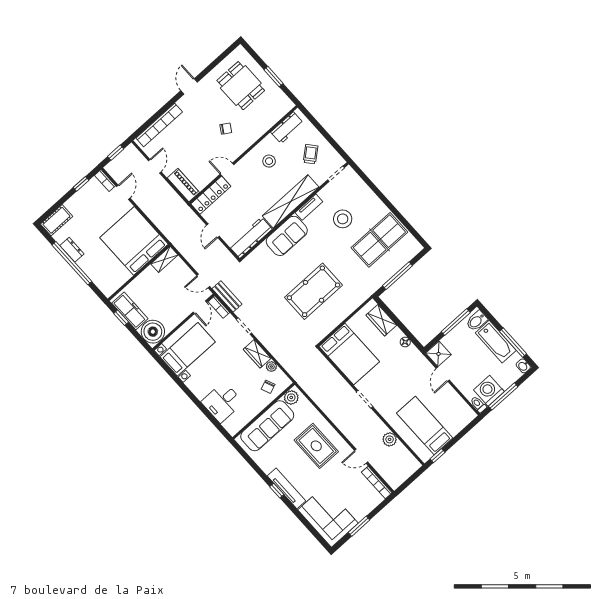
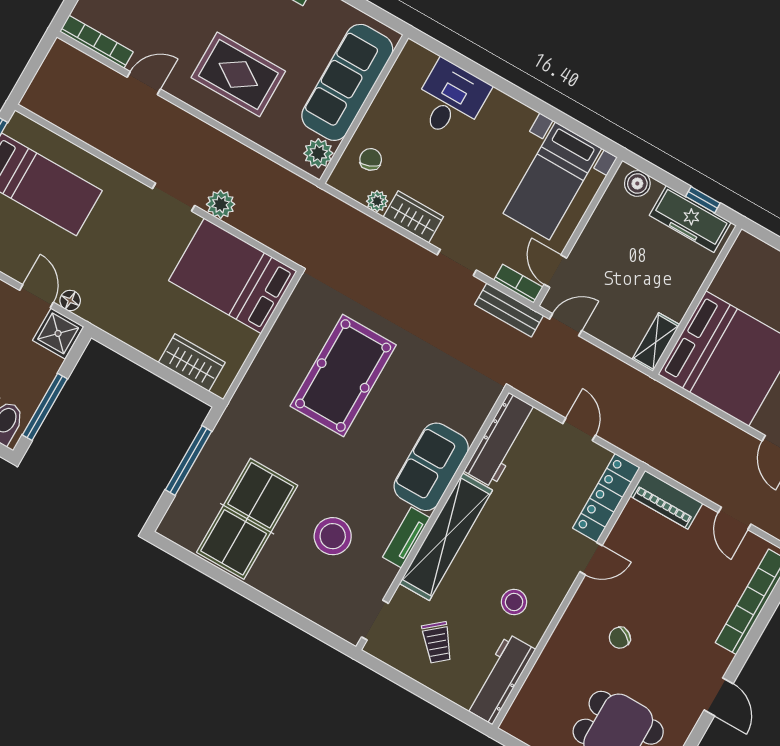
workbench: (287, 128) -> (500, 679), width x1.38
boiler: (153, 332) -> (637, 184), width x0.54, depth x0.54
floor lamp: (405, 342) -> (70, 301), moved
plant: (390, 439) -> (221, 204), moved

